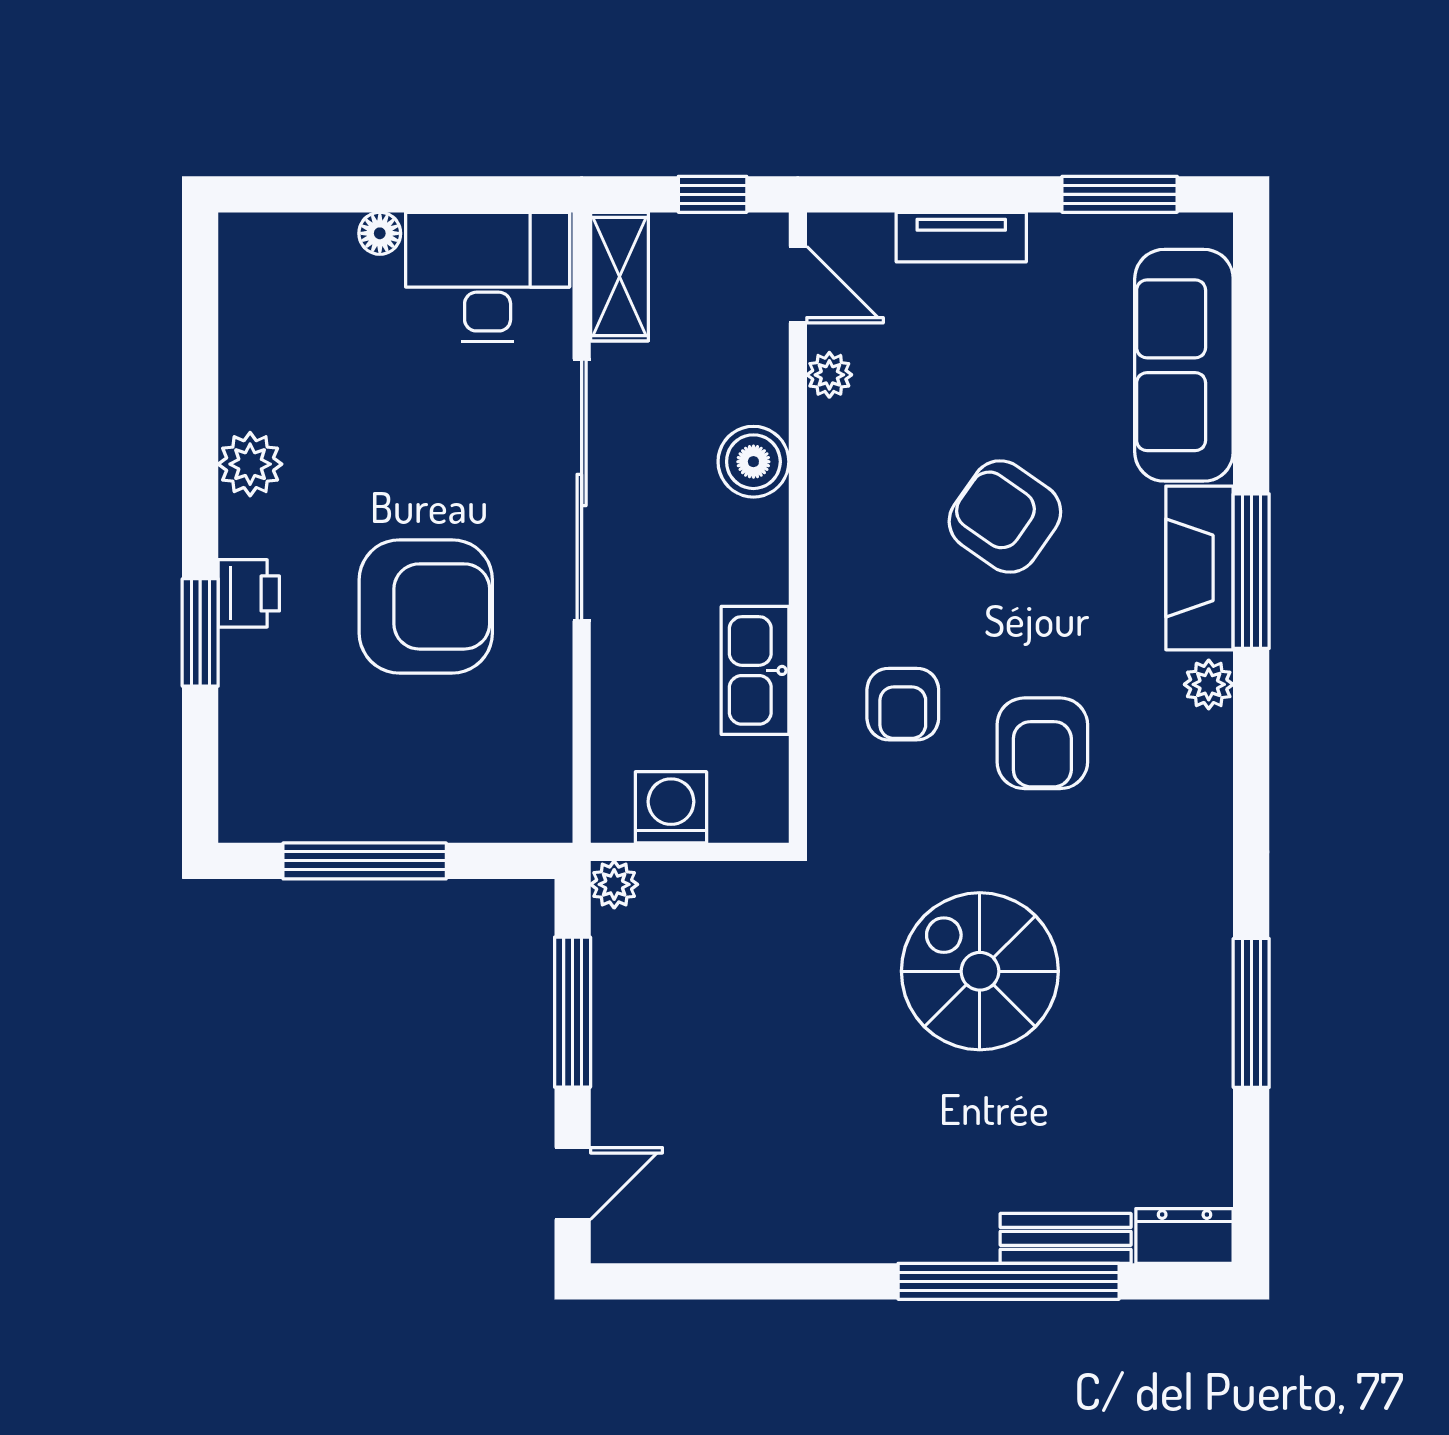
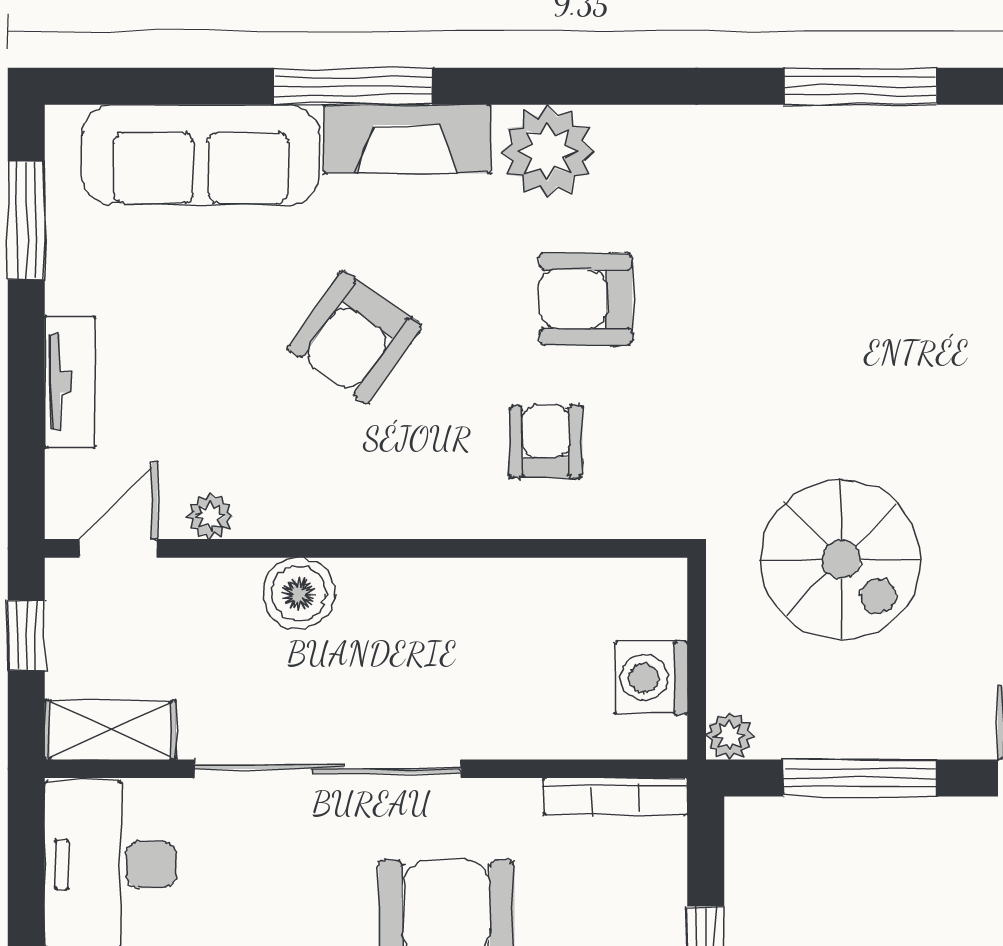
window: (1251, 571) -> (353, 86), moved
kitchen sink: (755, 670) -> (512, 592), removed
plant: (1209, 684) -> (548, 151), width x1.88, depth x1.88
armchair: (903, 704) -> (546, 441), turned -90
armchair: (1042, 743) -> (586, 299), turned 180
bookcase: (555, 772) -> (616, 796), added
spiral stairs: (980, 971) -> (841, 559), moved, turned -90

